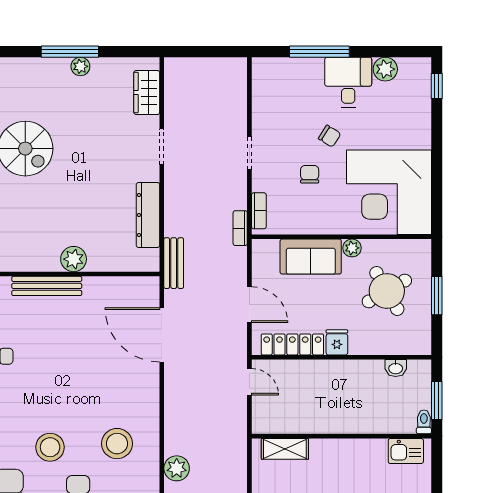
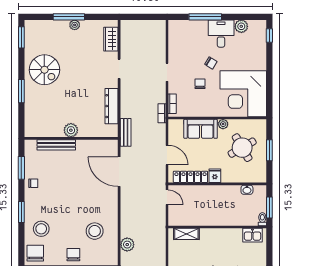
stool: (50, 447) -> (41, 229), moved

